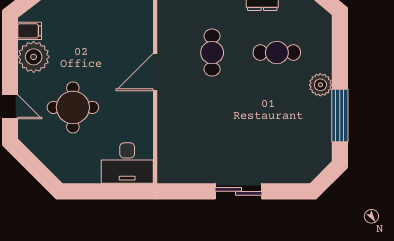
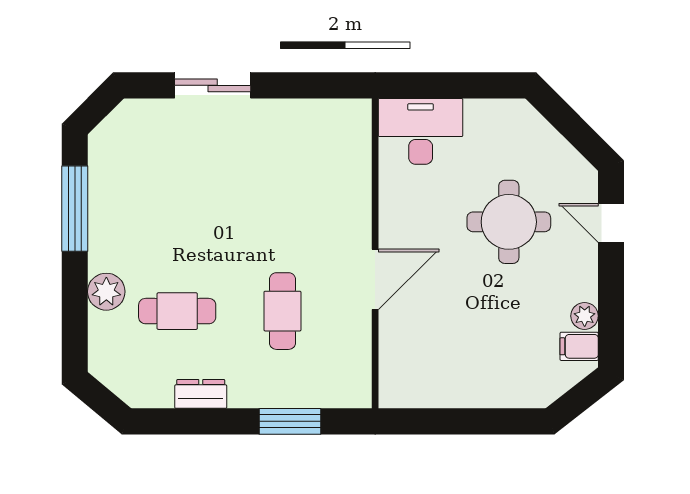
plant: (34, 57) -> (585, 316), width x0.53, depth x0.53
plant: (320, 85) -> (106, 292), moved
sliding door: (238, 191) -> (213, 85), moved

